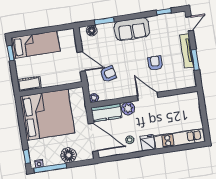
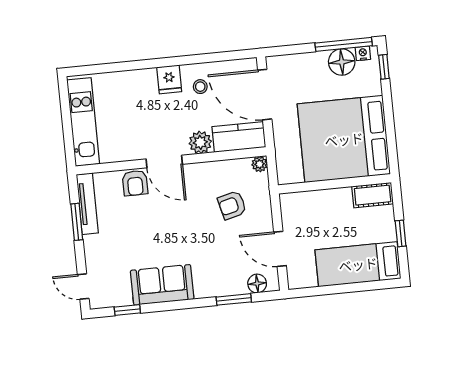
door: (190, 24) -> (83, 286), hinge flipped
sofa: (132, 29) -> (162, 285), moved
tv unit: (187, 51) -> (87, 204), moved
window: (11, 53) -> (401, 233), moved
door: (81, 62) -> (280, 249), moved
armchair: (155, 63) -> (135, 183), moved
kitchen unit: (179, 139) -> (83, 122), moved, turned -90
floor lamp: (69, 155) -> (342, 62), moved

